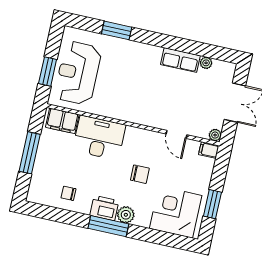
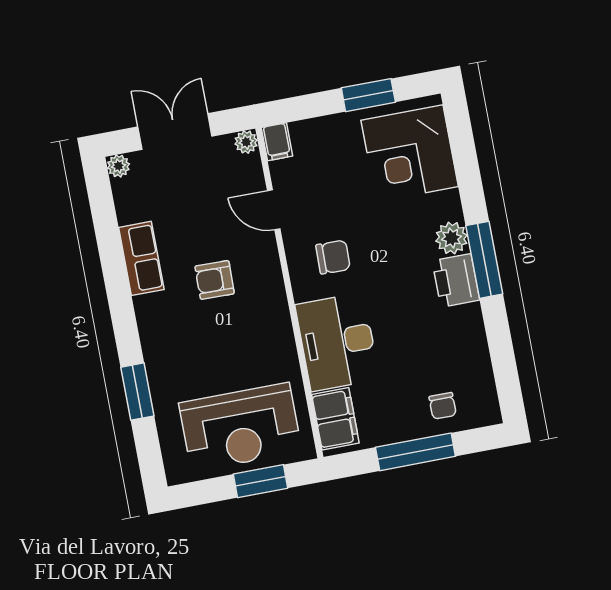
plant: (206, 63) -> (118, 166), moved
armchair: (155, 91) -> (215, 280), added
door: (176, 134) -> (274, 210), swing flipped
chair: (140, 174) -> (333, 257), moved, turned 91
chair: (69, 193) -> (443, 406), moved

